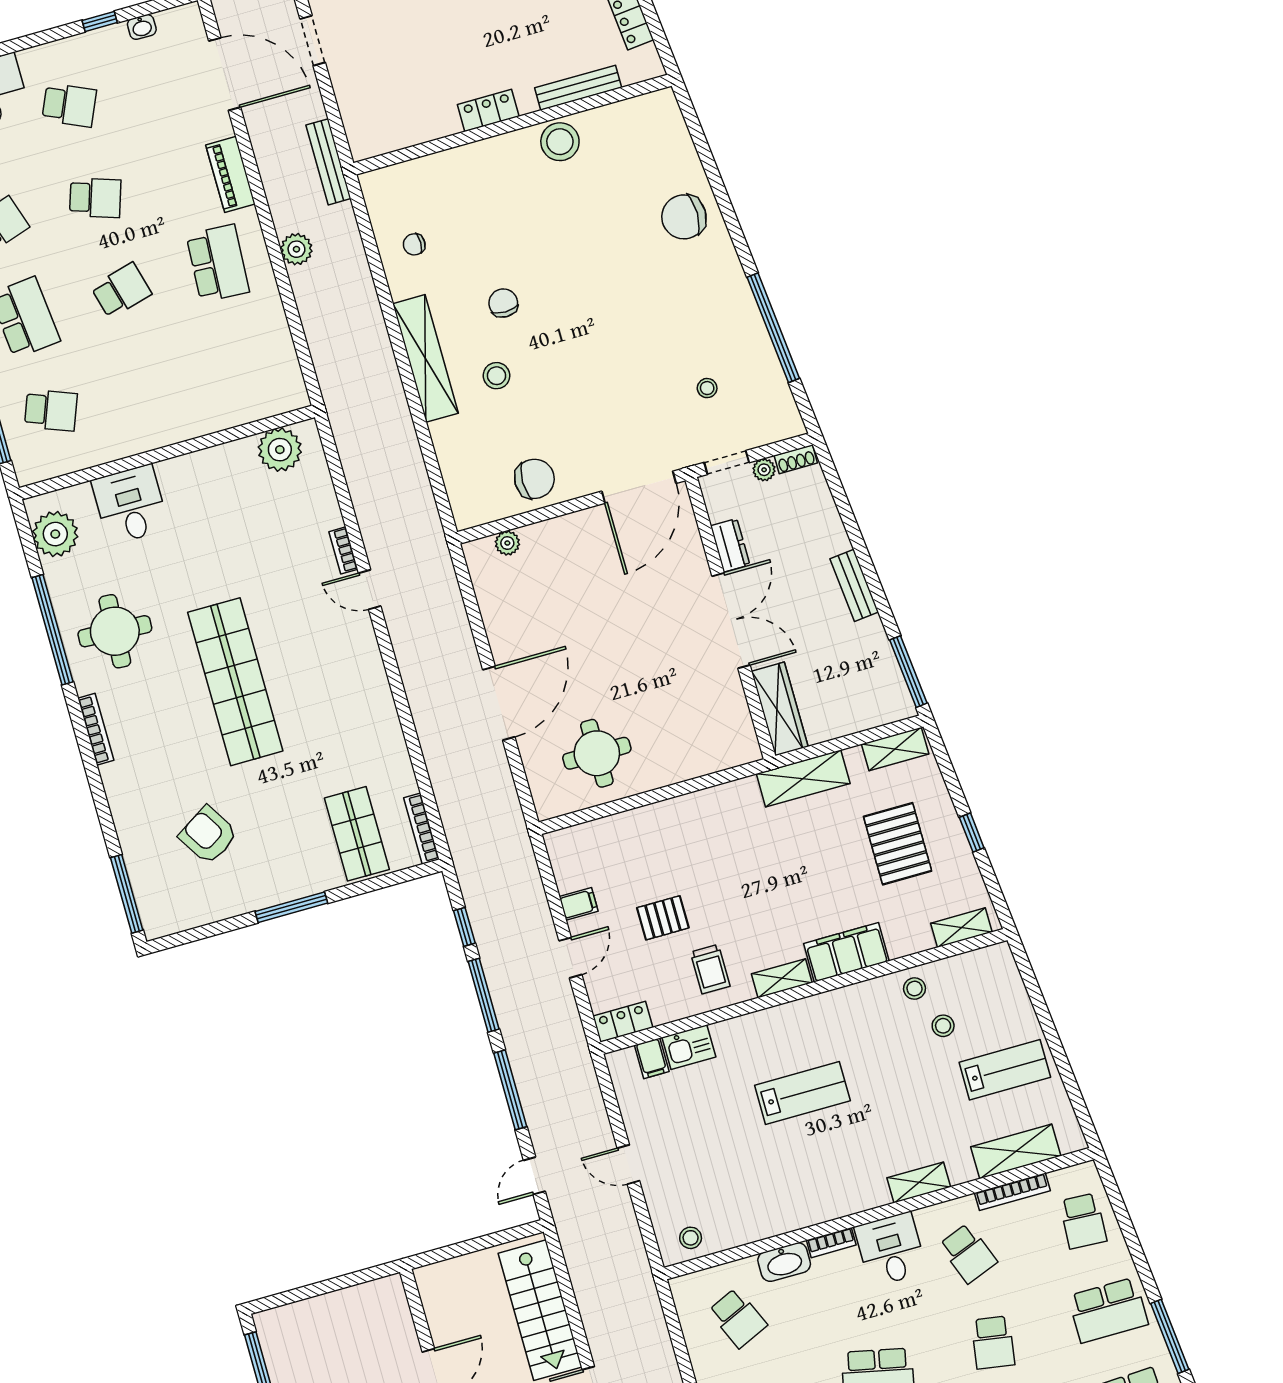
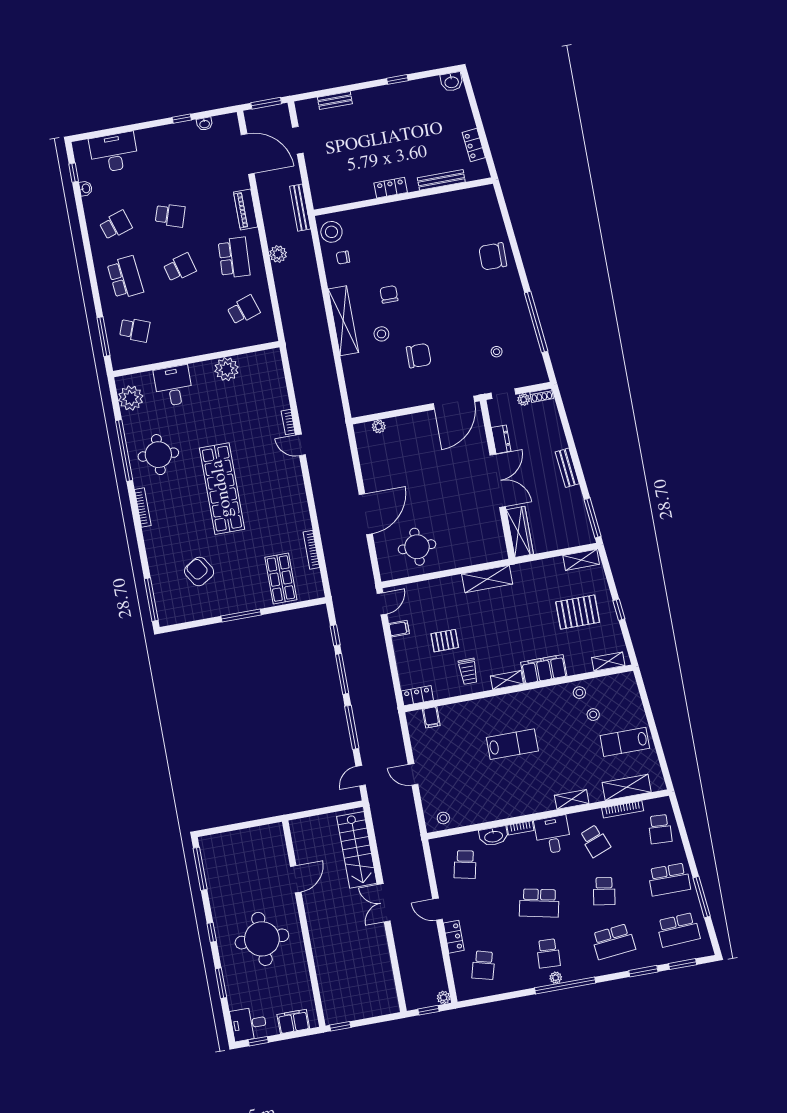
school desk: (69, 105) -> (244, 310), moved, turned -42
stool: (560, 142) -> (331, 232), moved
plant: (280, 450) -> (227, 369), moved
chair: (534, 479) -> (419, 356), moved
shelving: (803, 779) -> (487, 579), moved
bookcase: (421, 829) -> (311, 550), moved
pallet: (898, 844) -> (578, 612), turned 90
door: (570, 958) -> (382, 604), moved
kitchen sink: (689, 1047) -> (452, 713), removed
lab bench: (1005, 1070) -> (625, 742), turned 180
school desk: (738, 1318) -> (465, 864), turned 36

